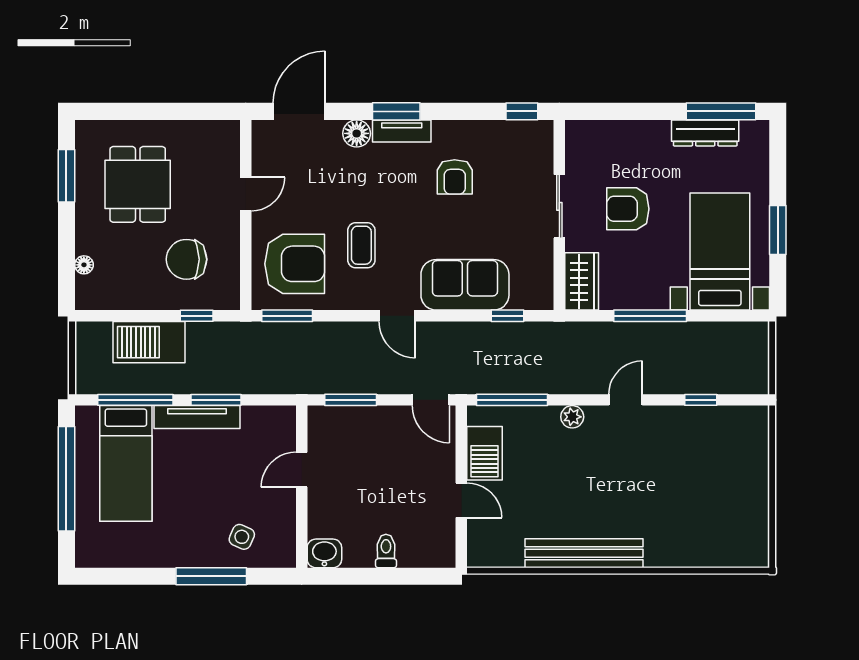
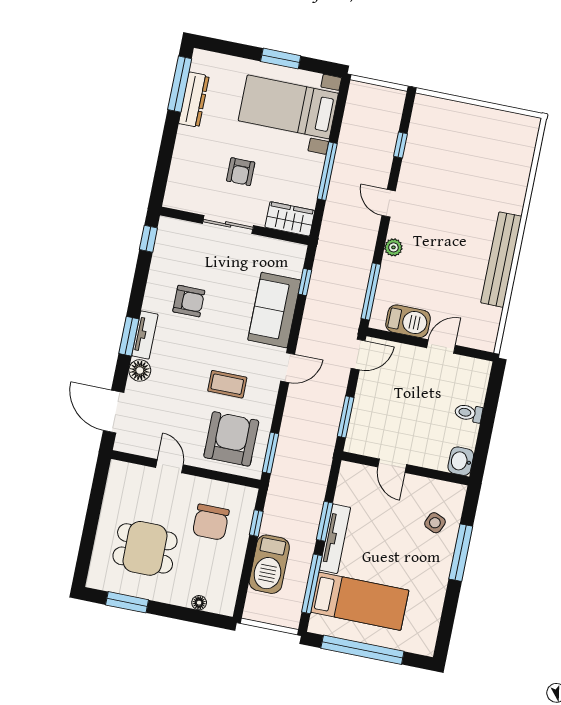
armchair: (628, 209) -> (241, 172), width x0.72, depth x0.72

